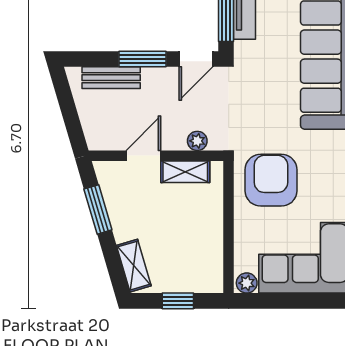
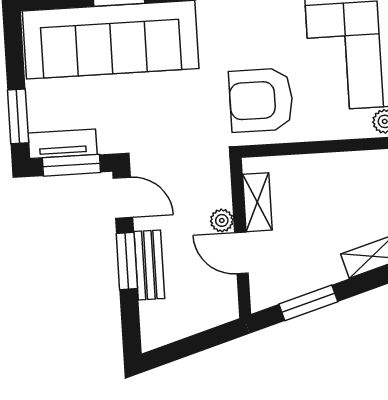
bench: (111, 78) -> (149, 265), moved
plant: (197, 141) -> (222, 220), moved

